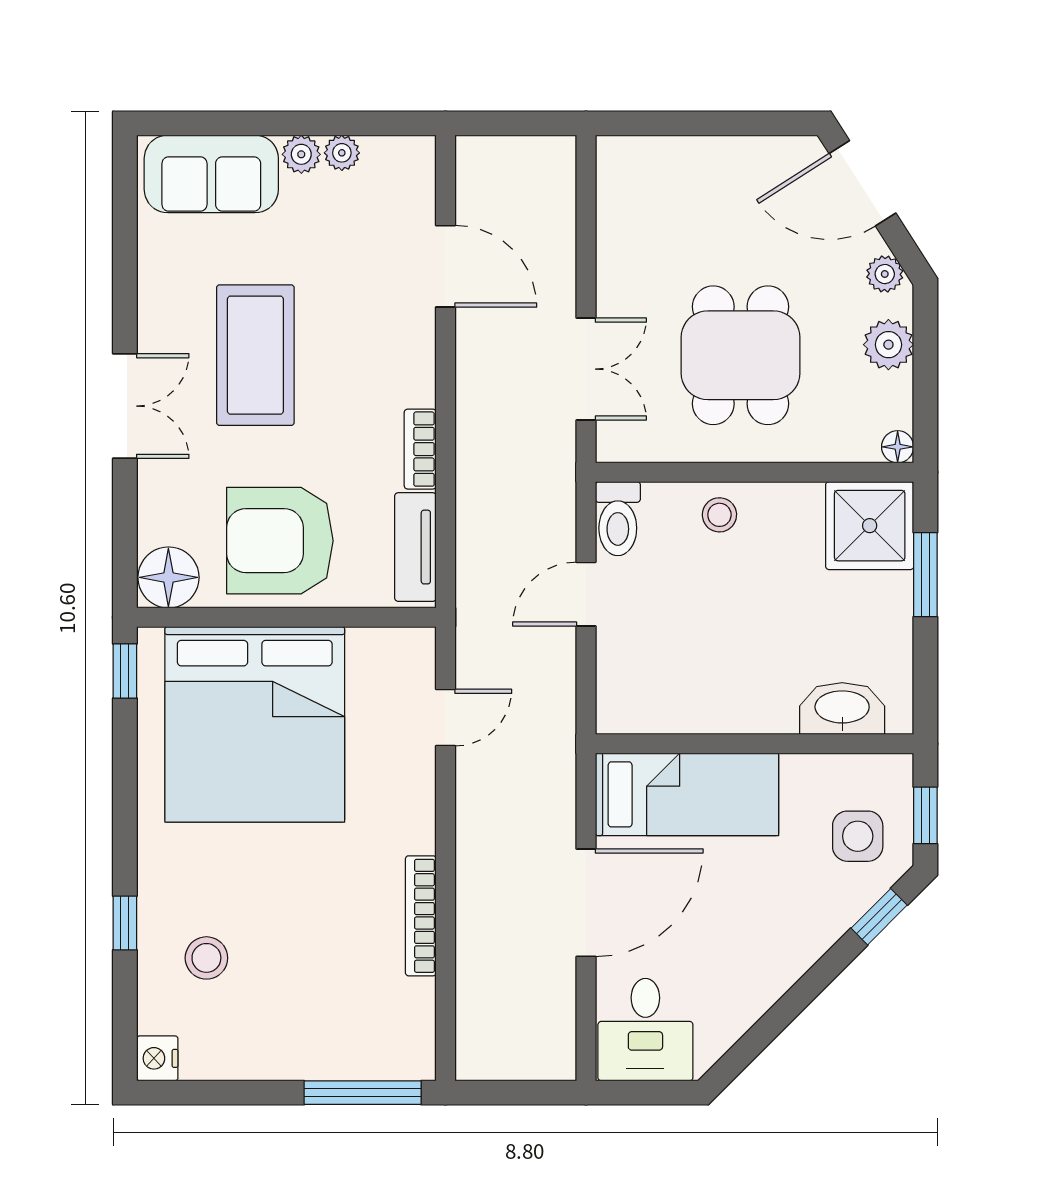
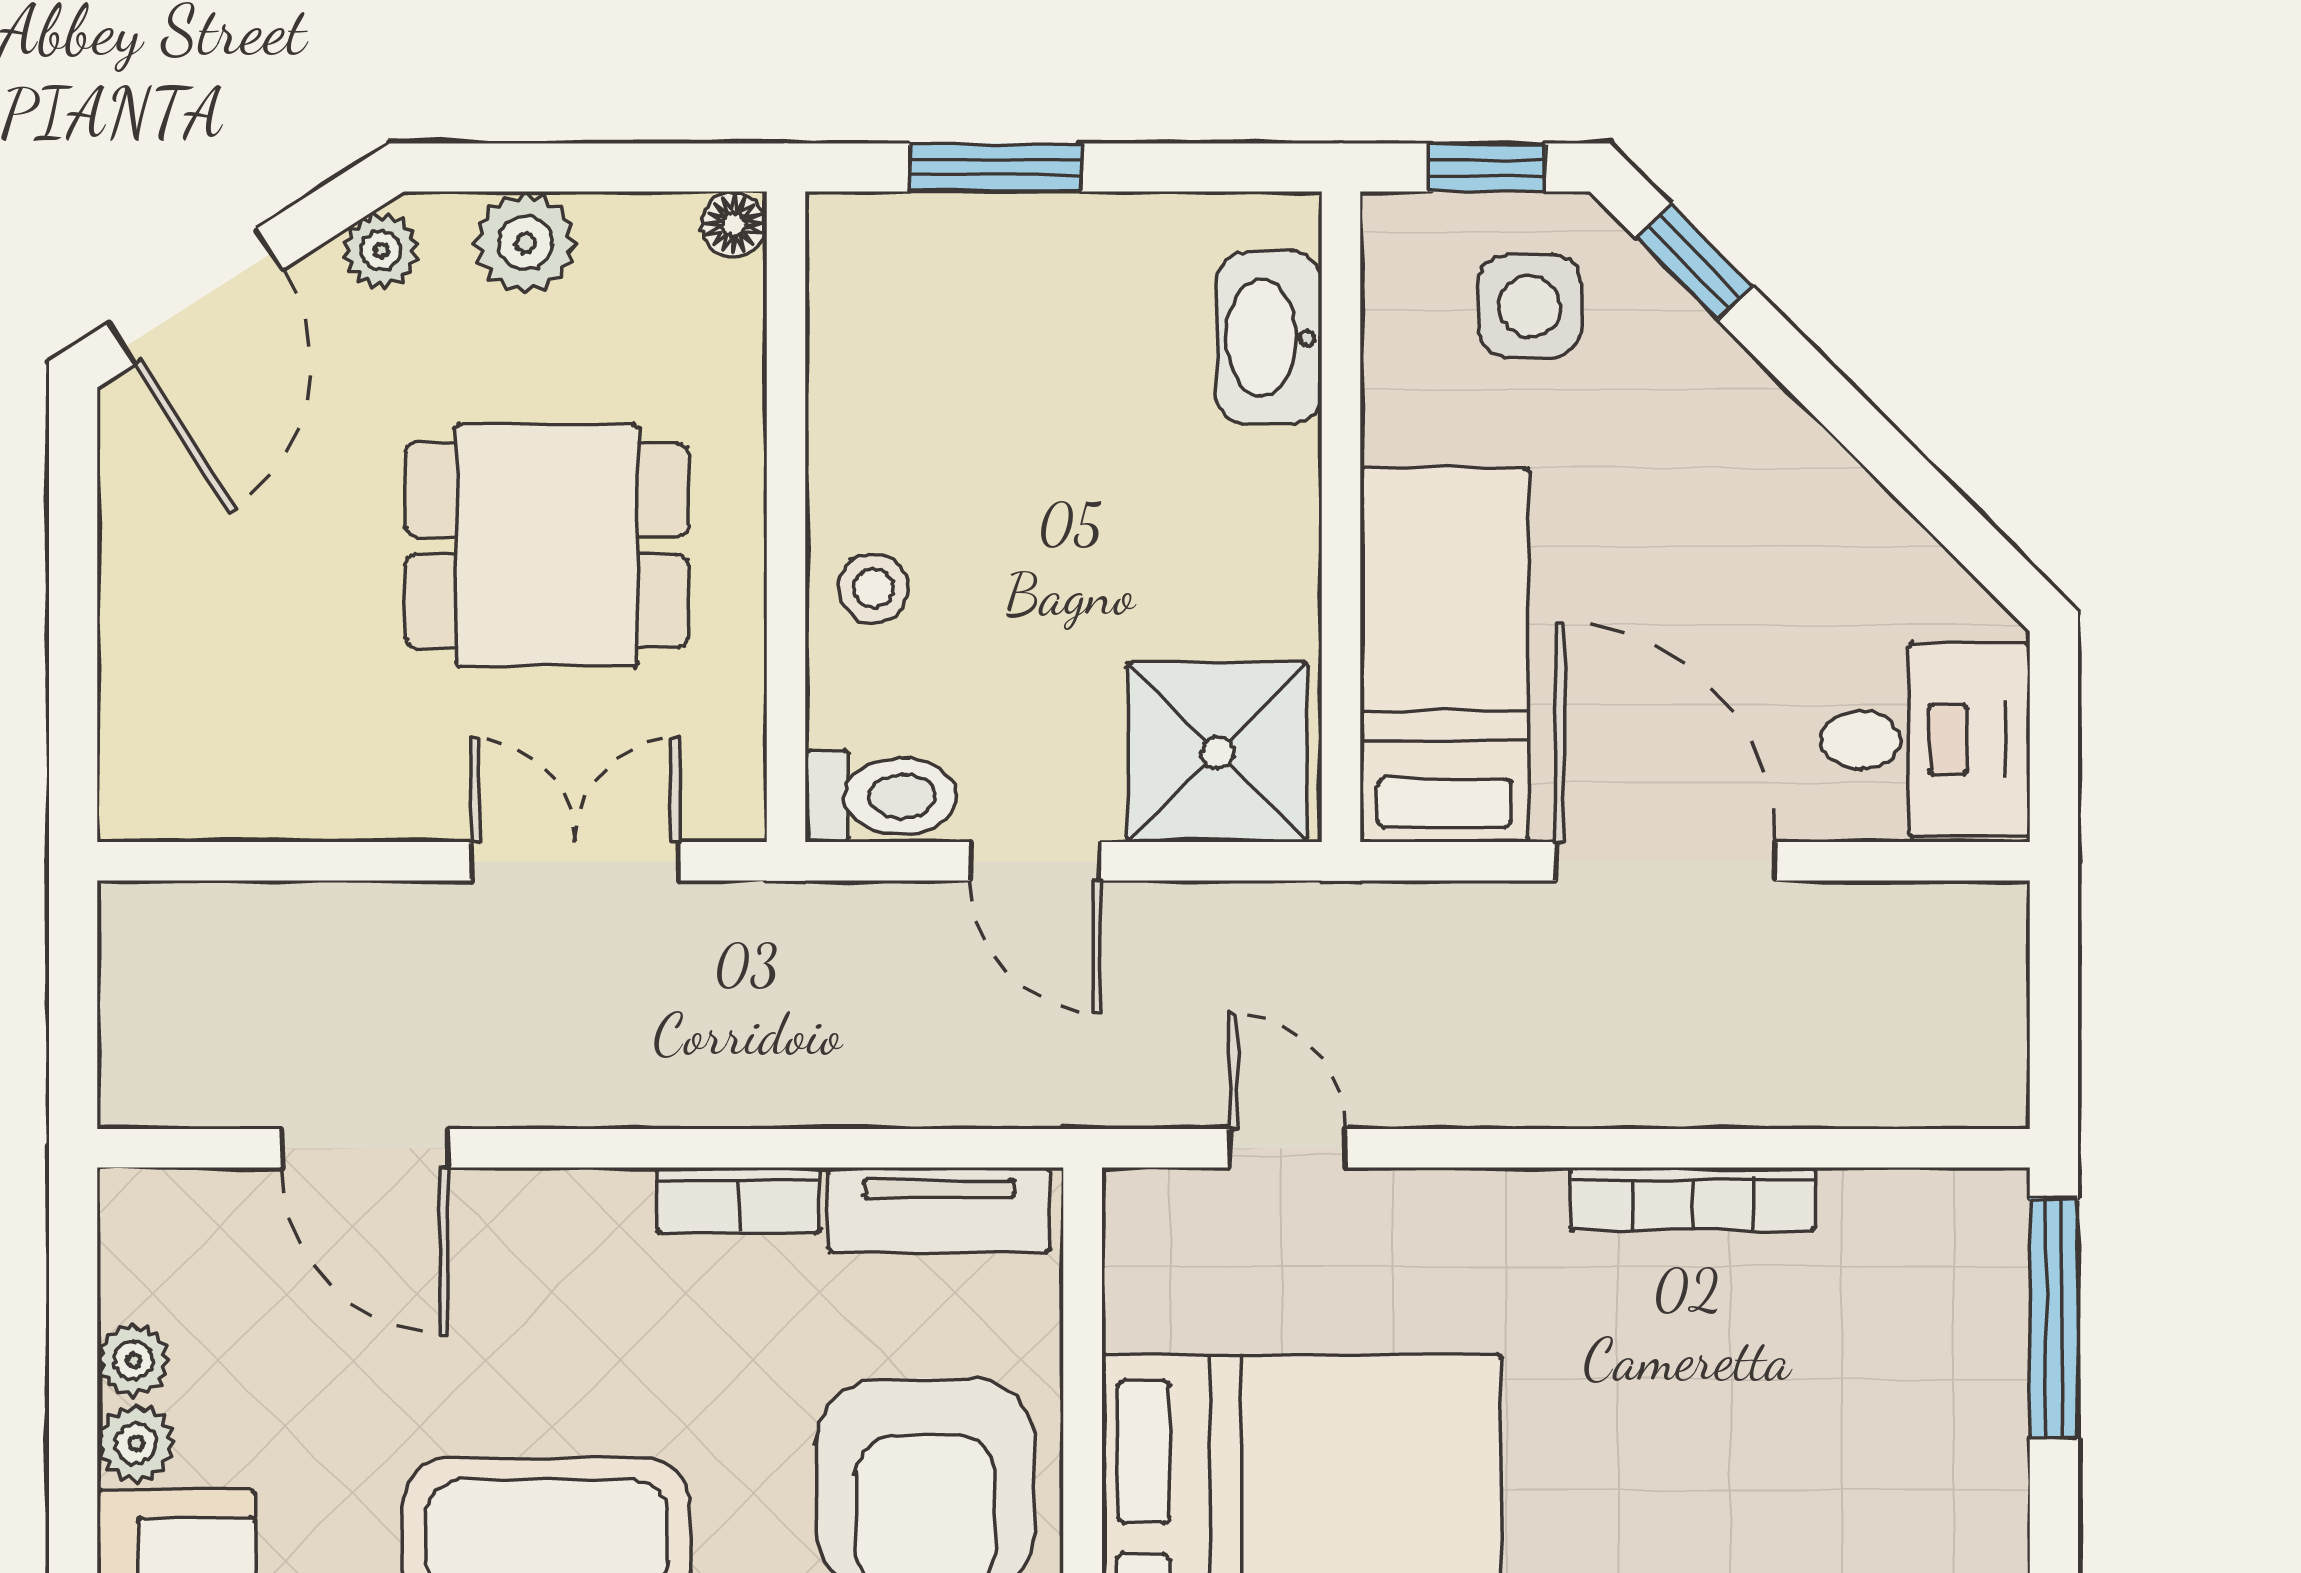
door: (446, 266) -> (365, 1148), swing flipped
shower: (870, 526) -> (1217, 752), moved

